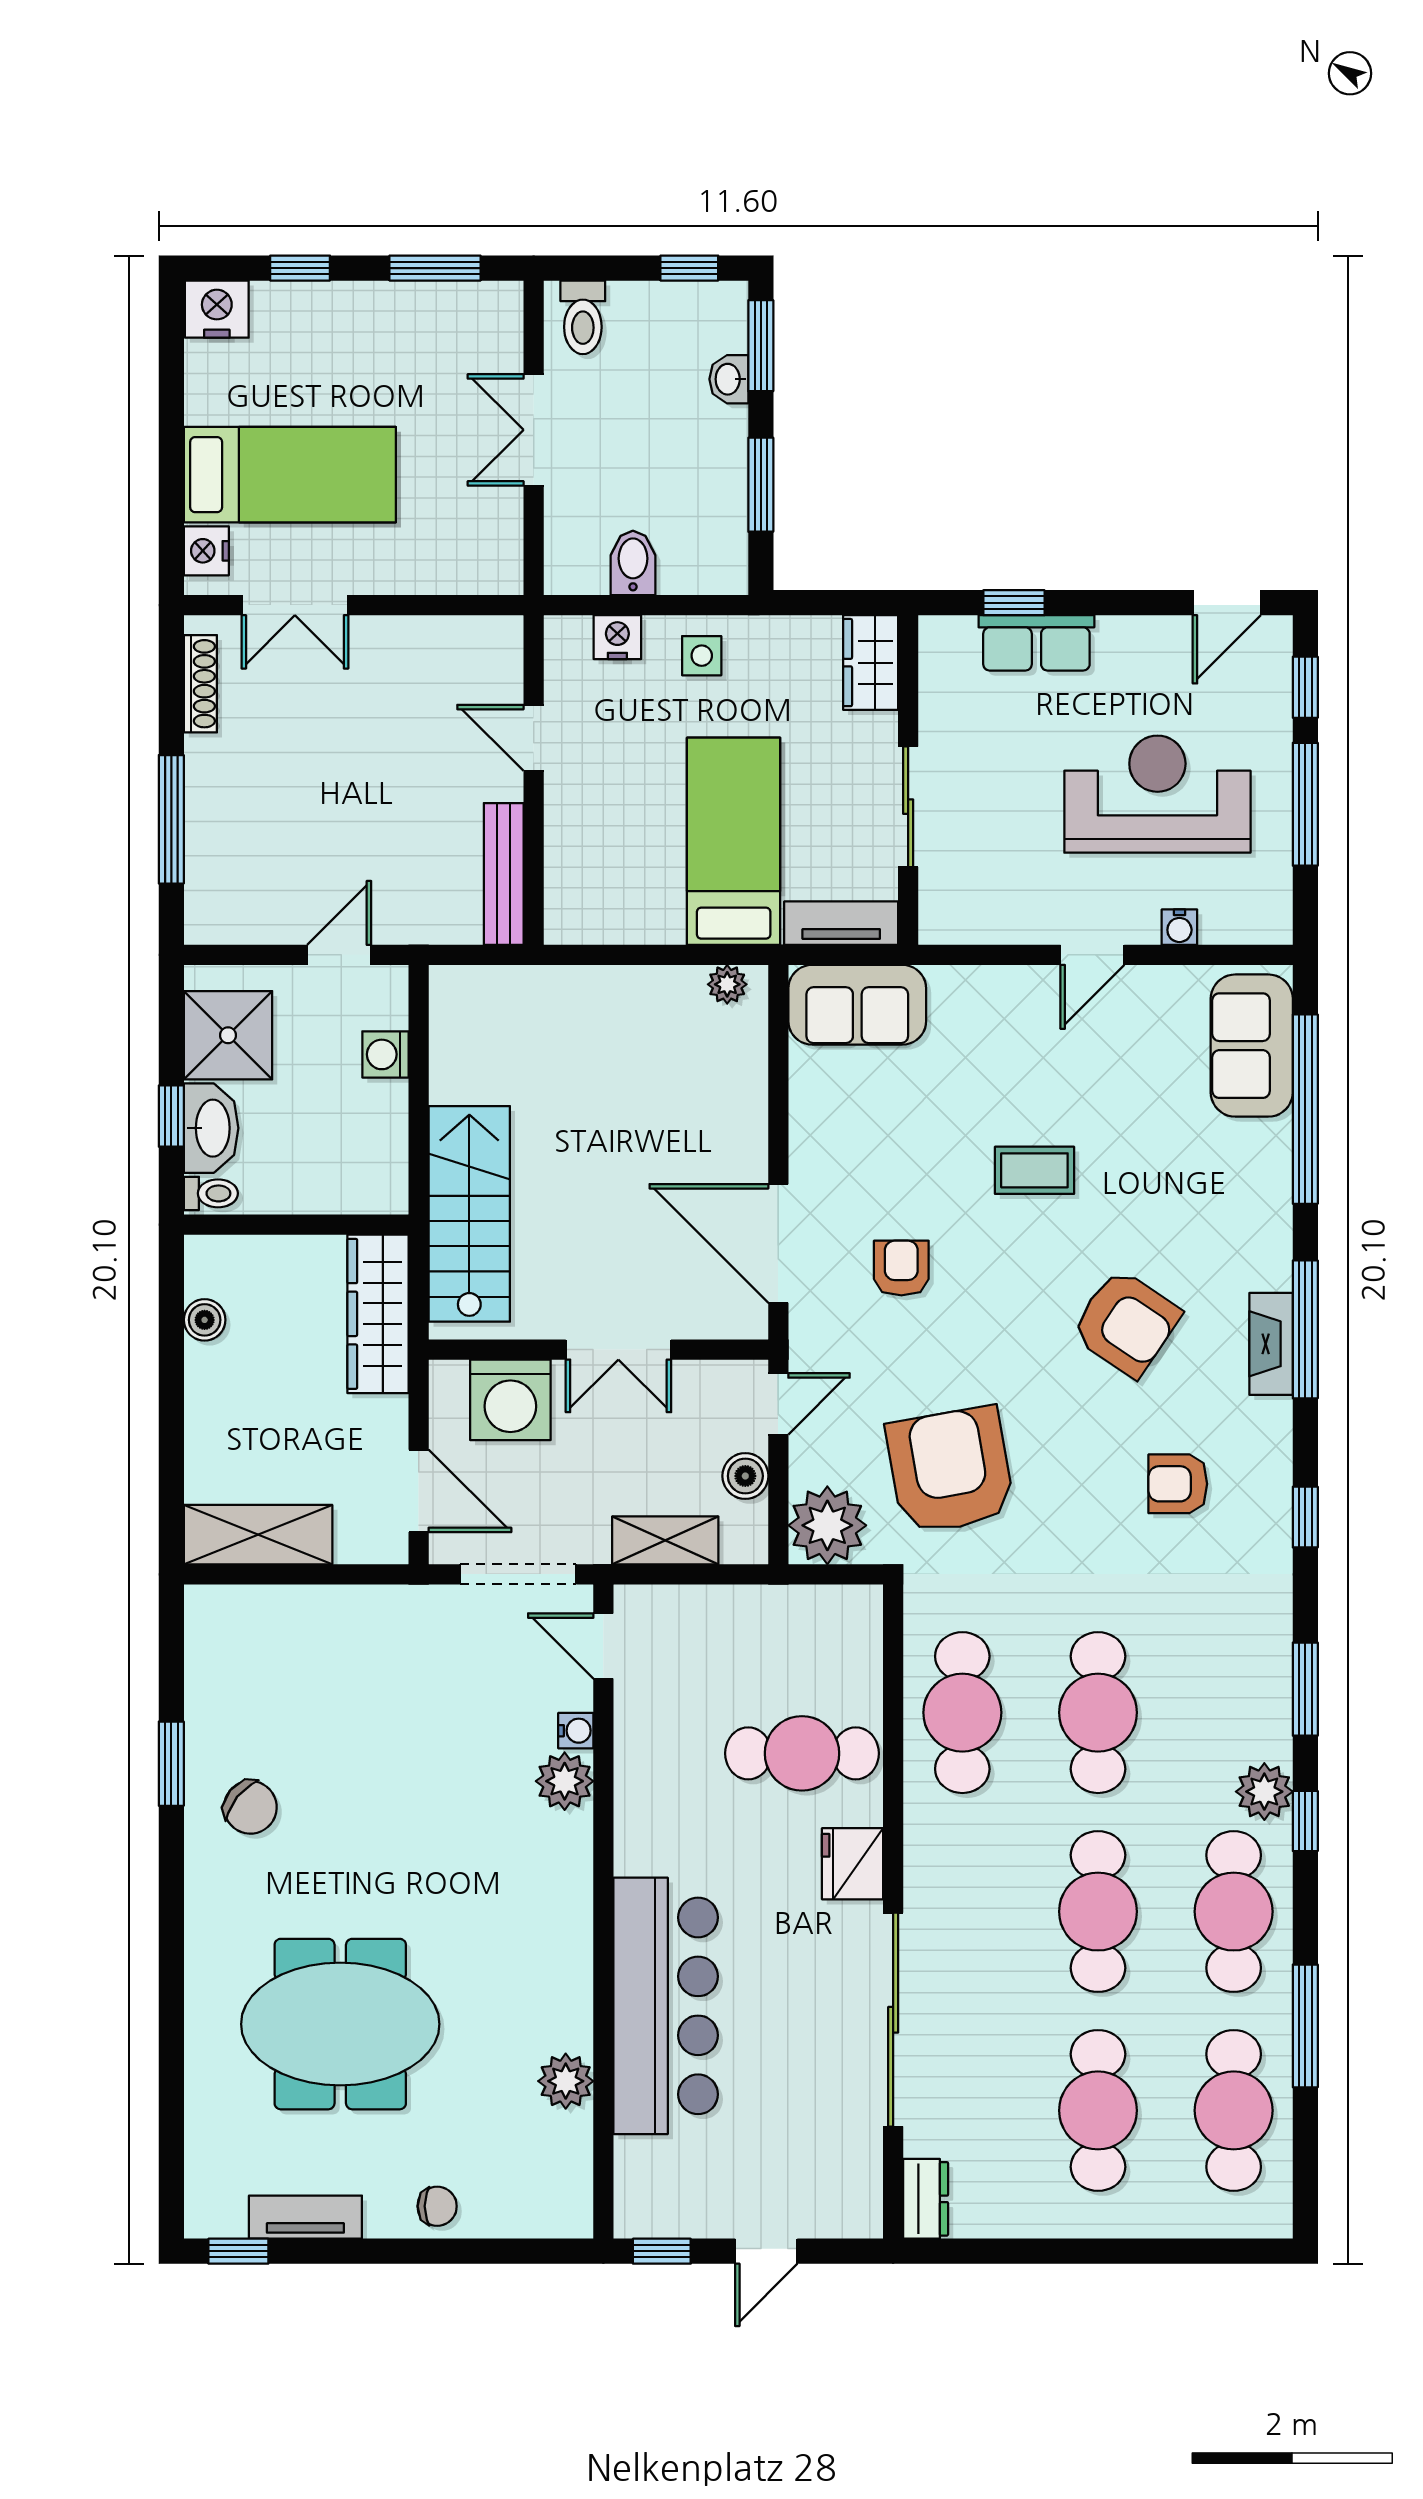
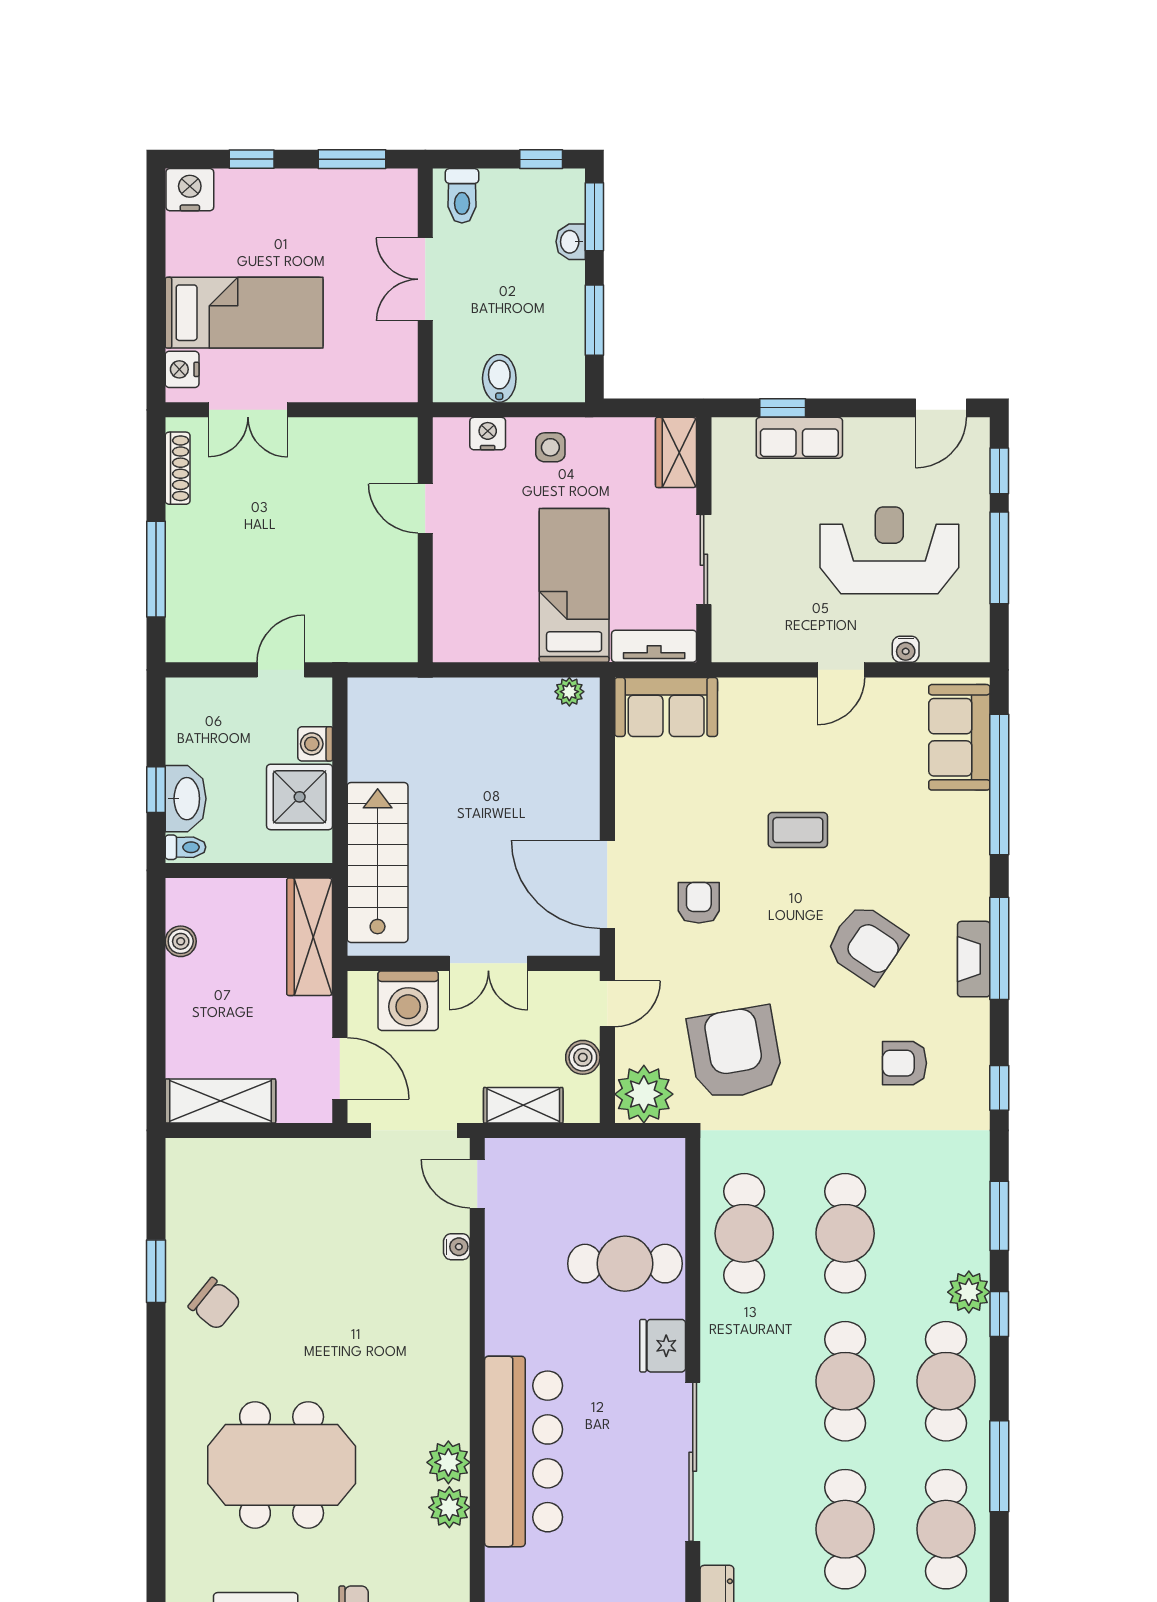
bench: (504, 874) -> (403, 610), removed
shower: (228, 1035) -> (300, 797), moved
plant: (565, 1781) -> (448, 1462), moved

